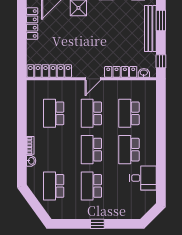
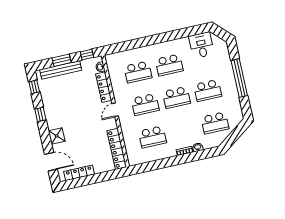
window: (161, 20) -> (62, 60), moved
door: (93, 79) -> (115, 110), swing flipped
desk: (143, 178) -> (202, 45), moved
window: (97, 224) -> (239, 78), width x3.17

